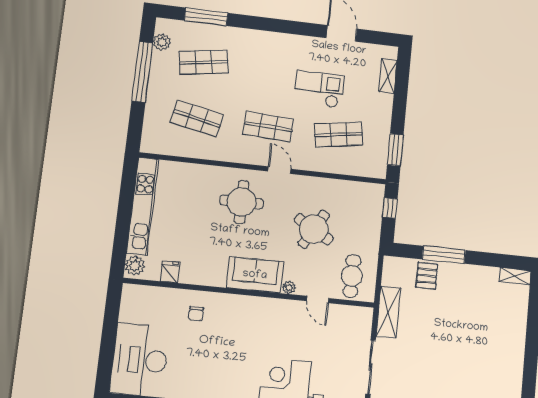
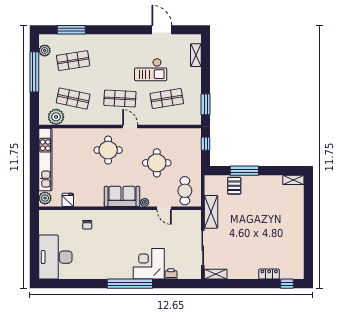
checkout: (319, 89) -> (151, 70), turned 180
plant: (167, 143) -> (56, 117), added
round table: (314, 229) -> (157, 163), turned -30

